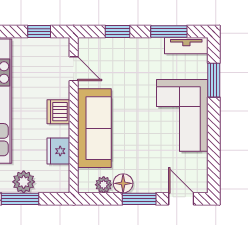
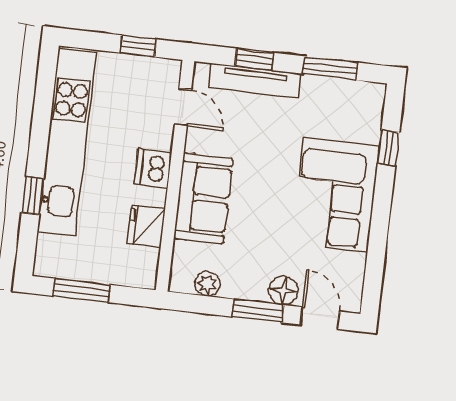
tv unit: (186, 46) -> (255, 81), moved, width x1.41
window: (214, 80) -> (388, 148), width x0.67
sofa: (94, 128) -> (203, 198), width x0.73
plant: (24, 182) -> (90, 266), removed
floor lamp: (123, 183) -> (283, 291), moved

